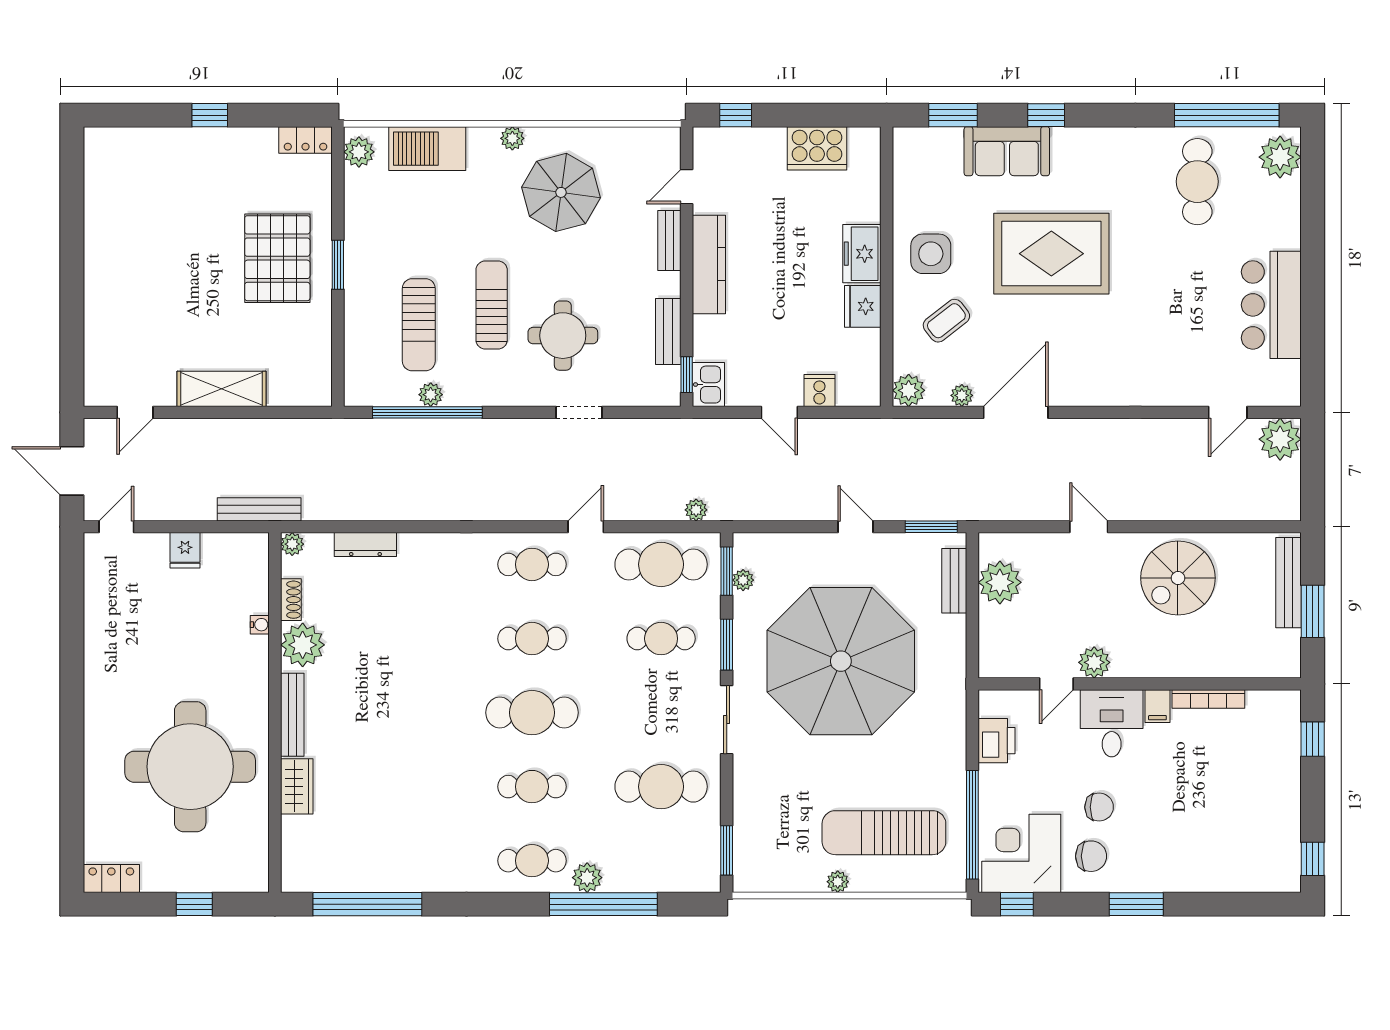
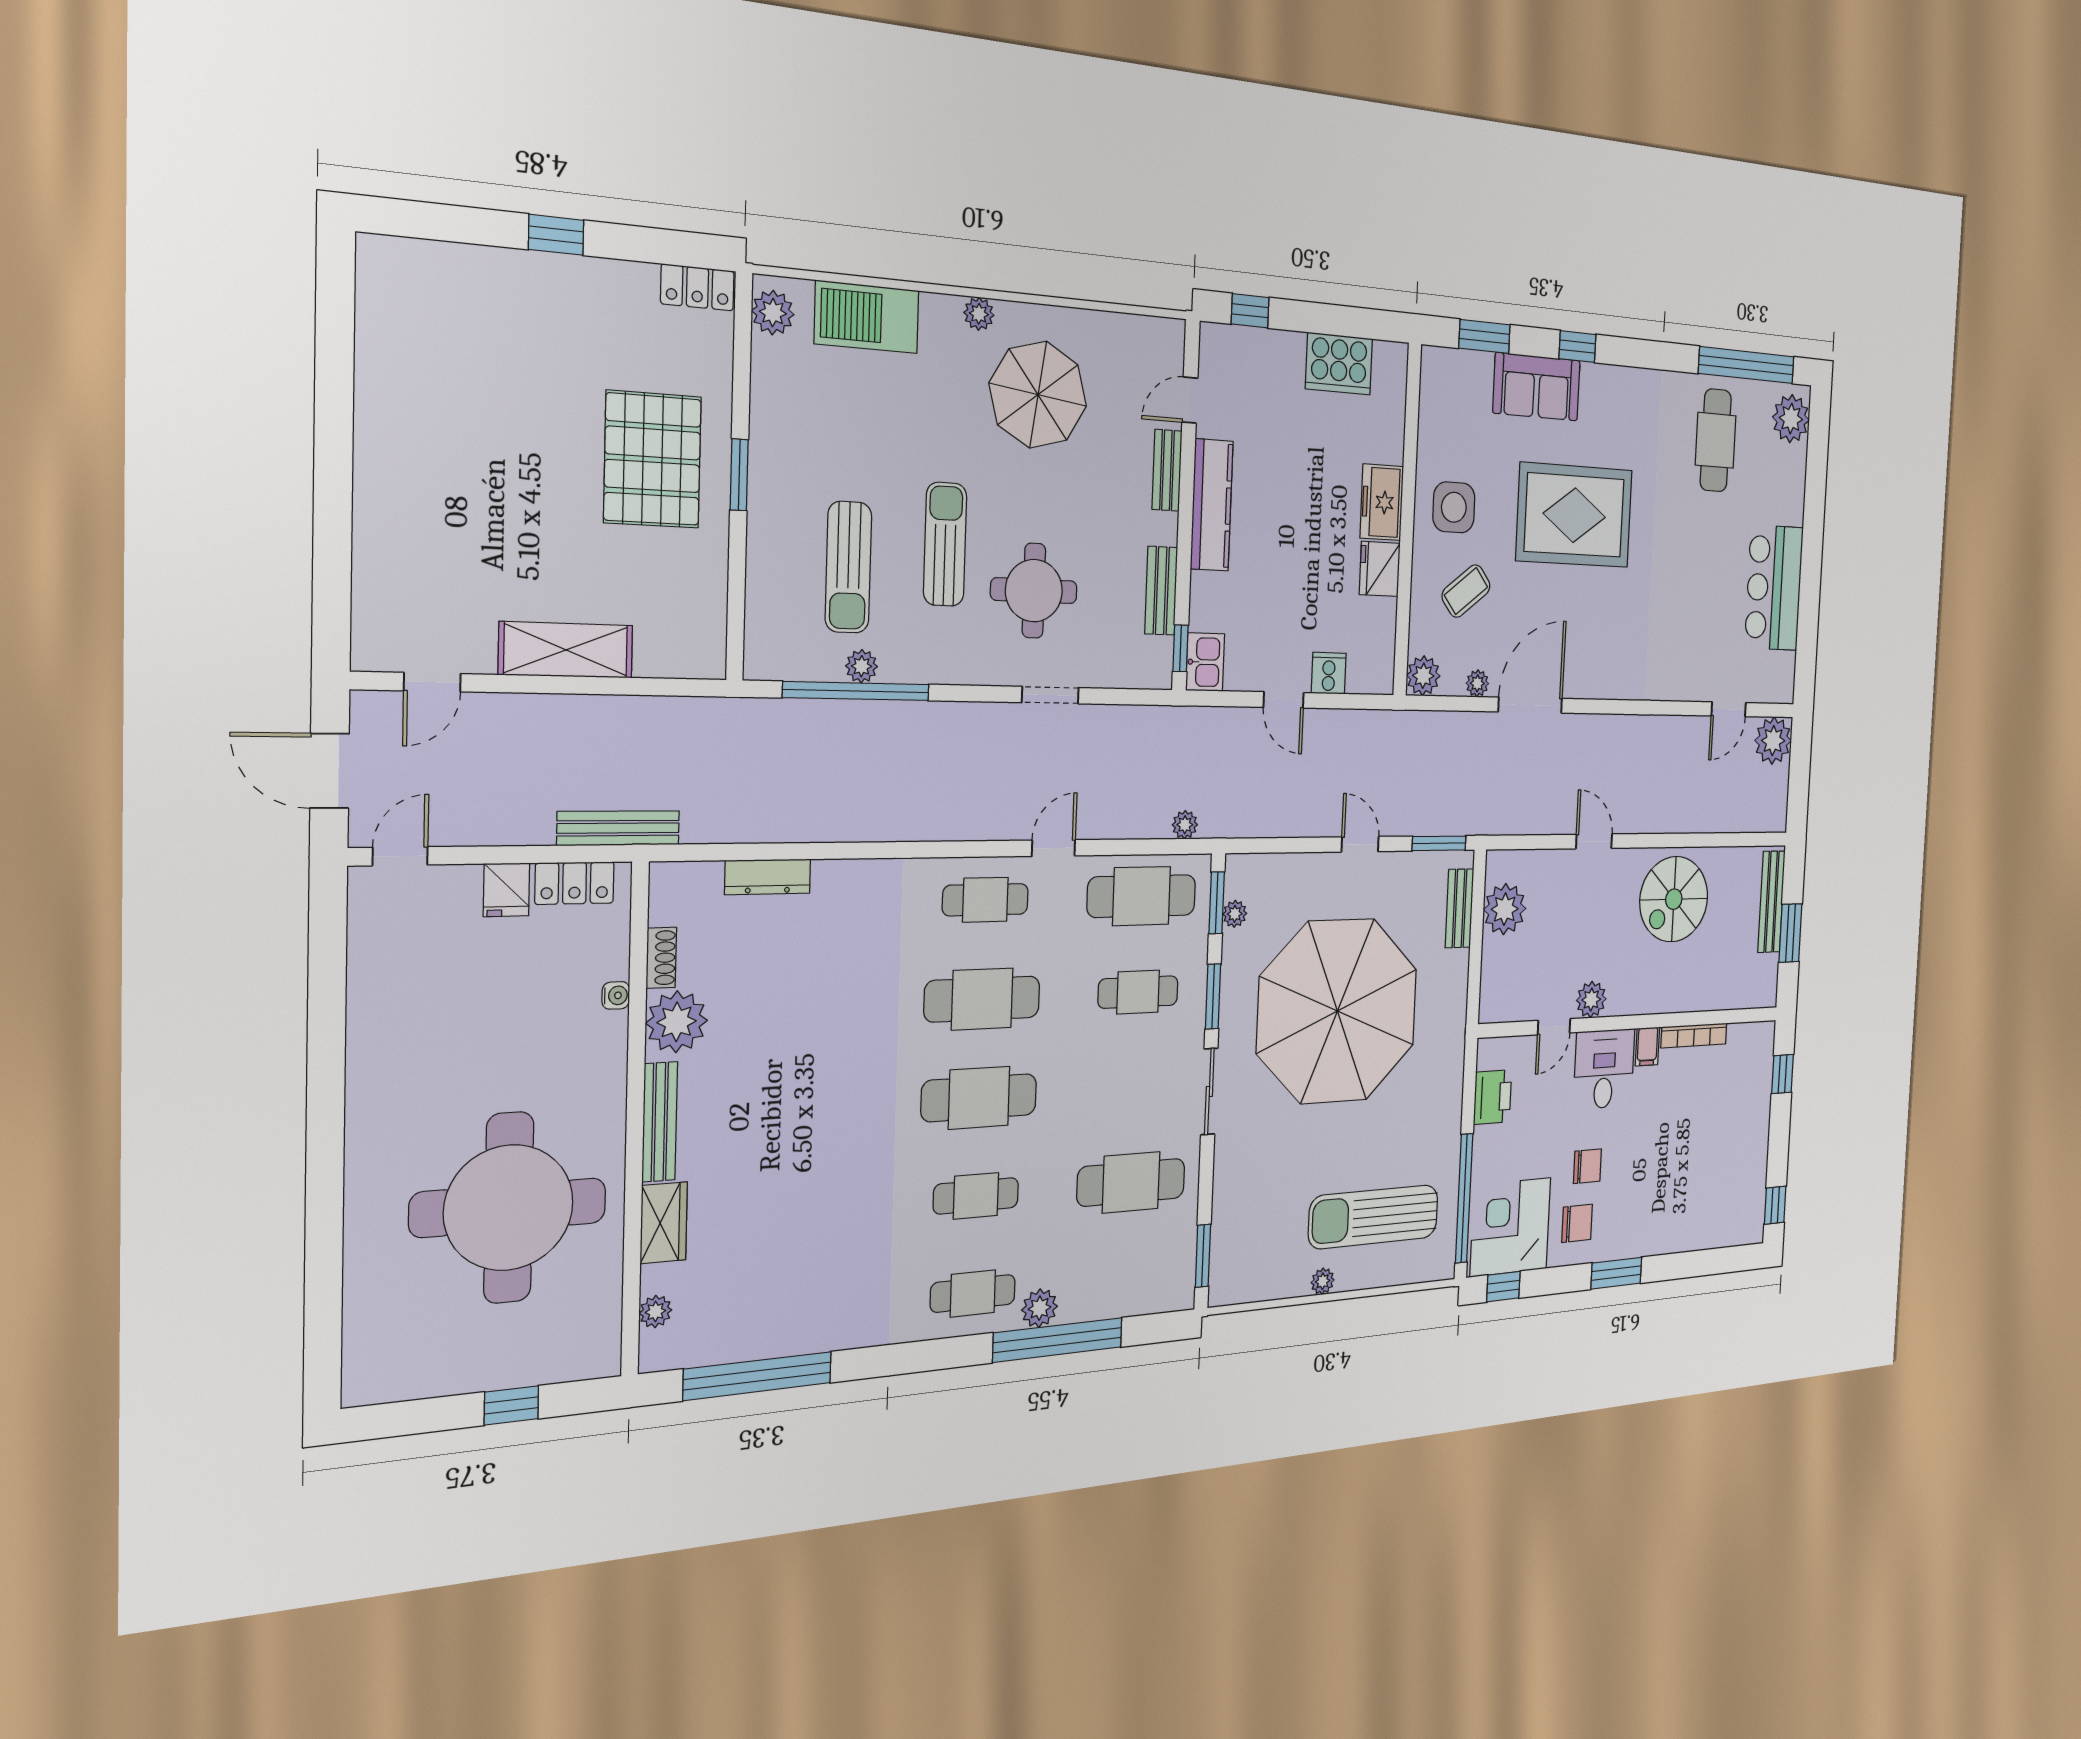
plant: (292, 544) -> (655, 1312), moved
cafe table: (532, 639) -> (982, 999), width x1.37, depth x1.35
locker: (111, 879) -> (575, 883), moved, turned 180

